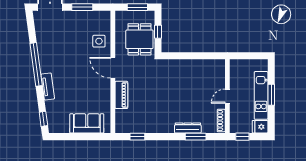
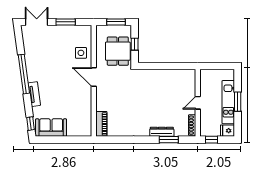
piano: (121, 95) -> (101, 124), moved
sofa: (87, 123) -> (51, 128), moved
window: (137, 137) -> (116, 140), removed

